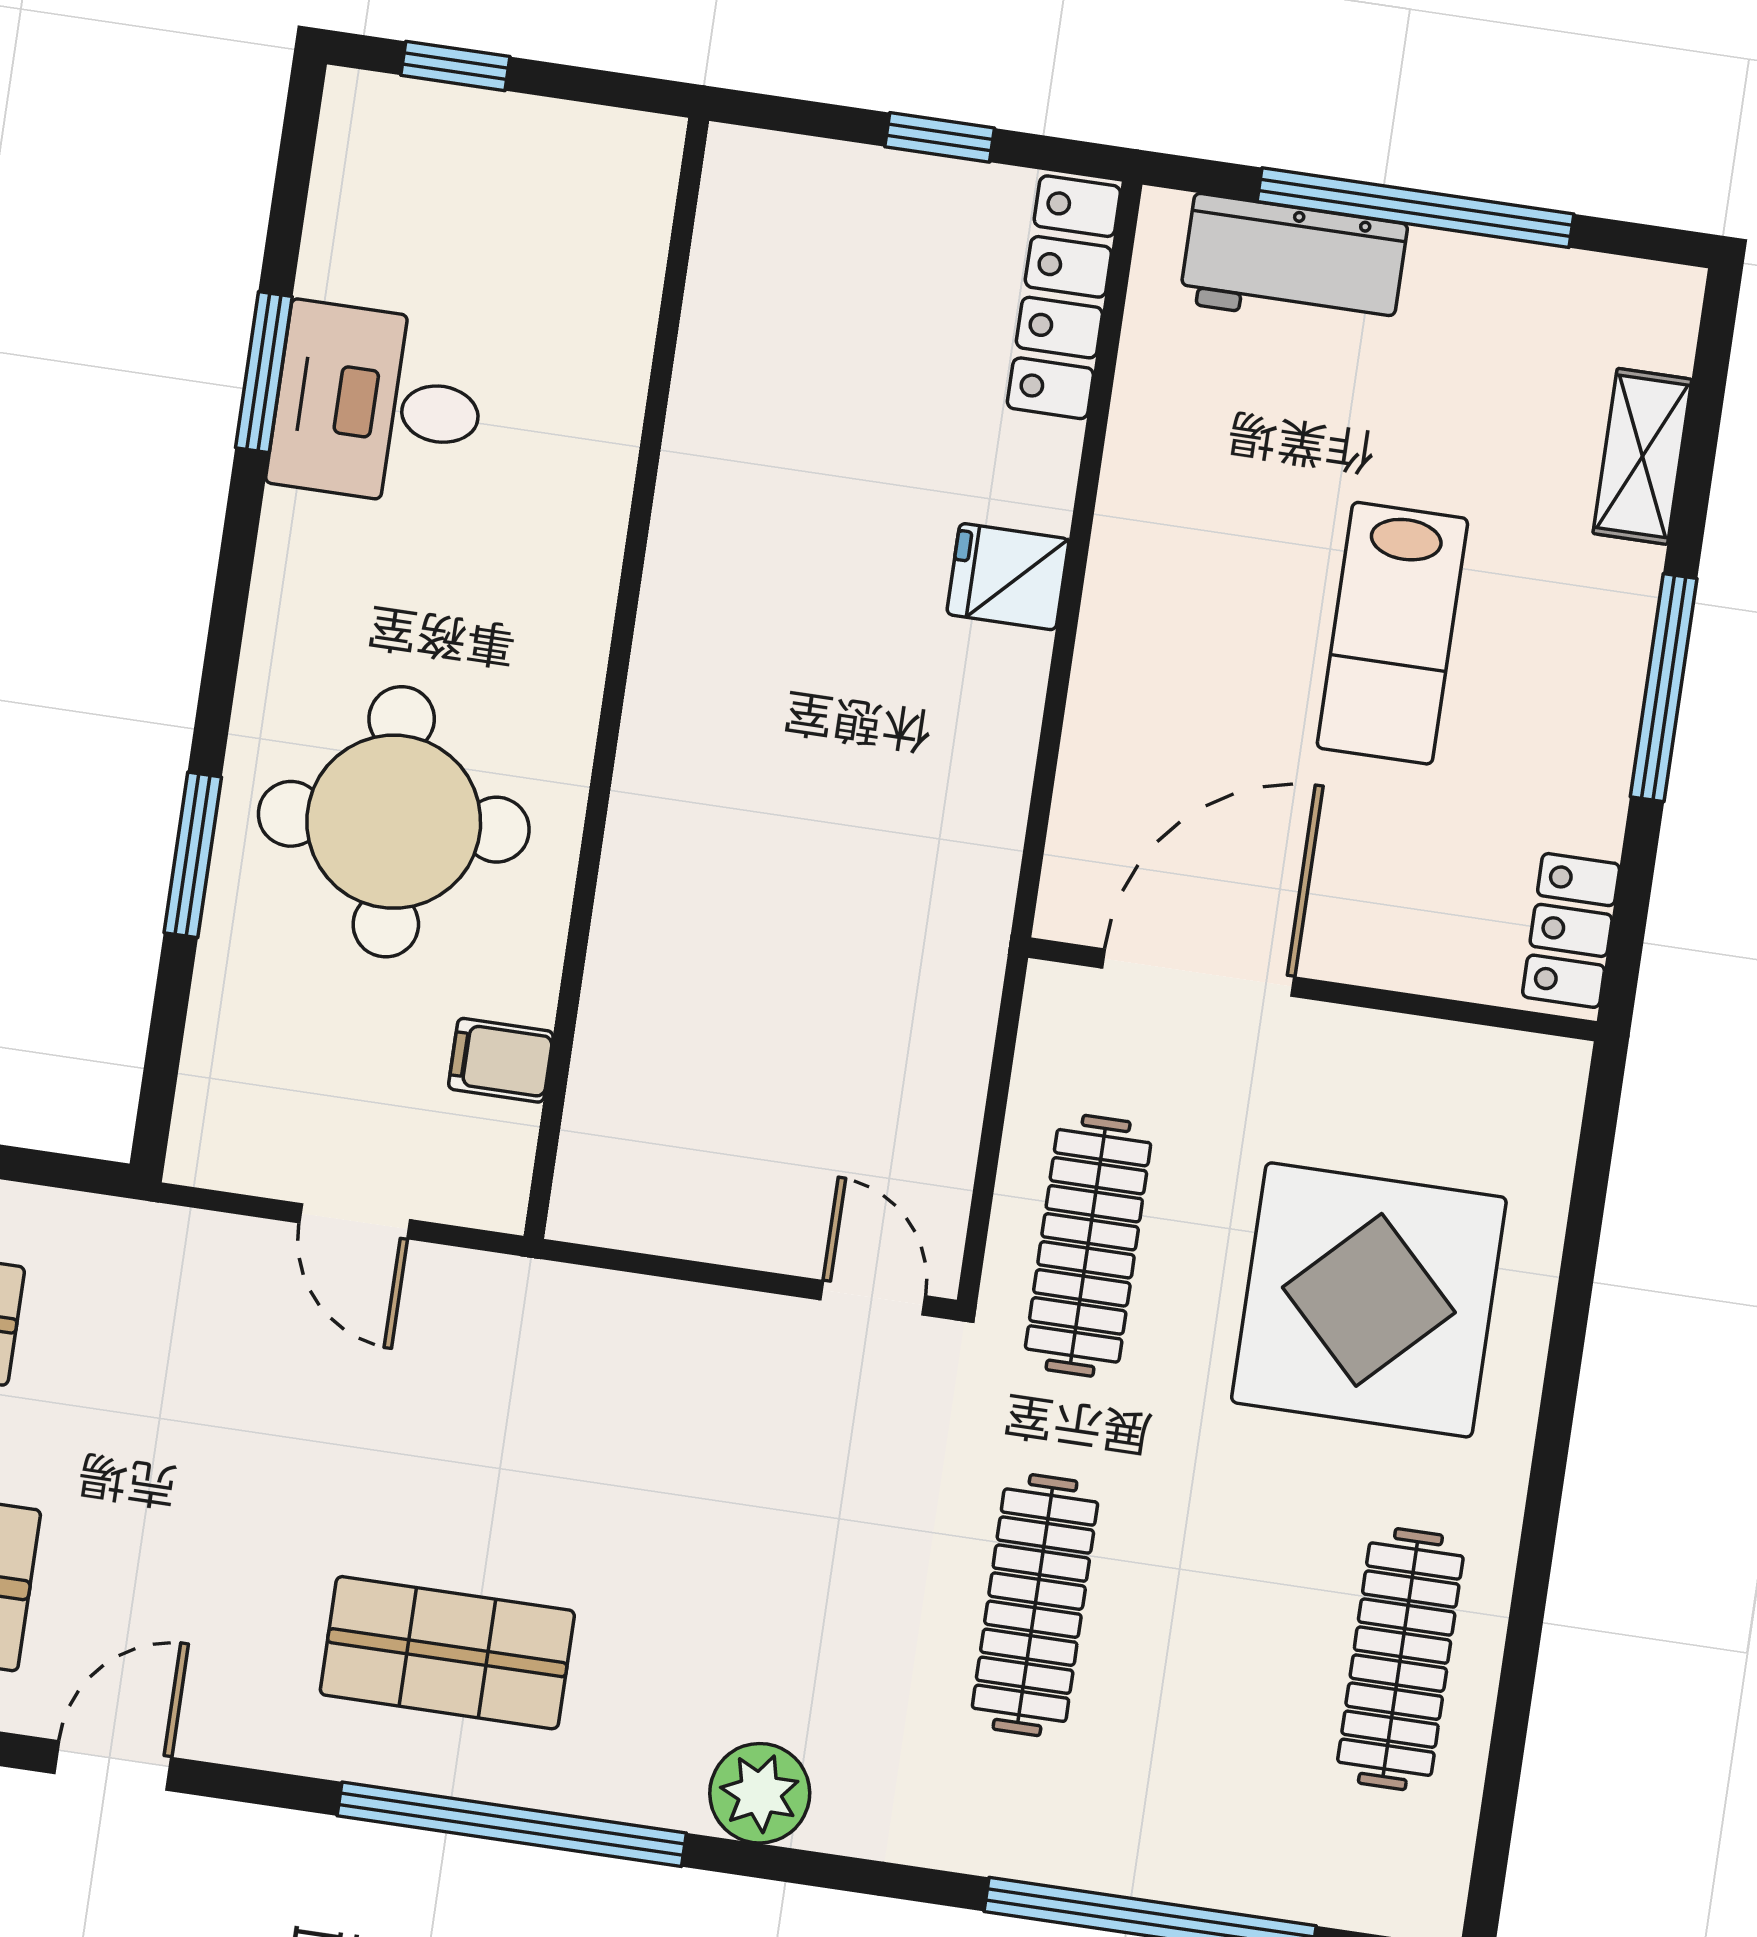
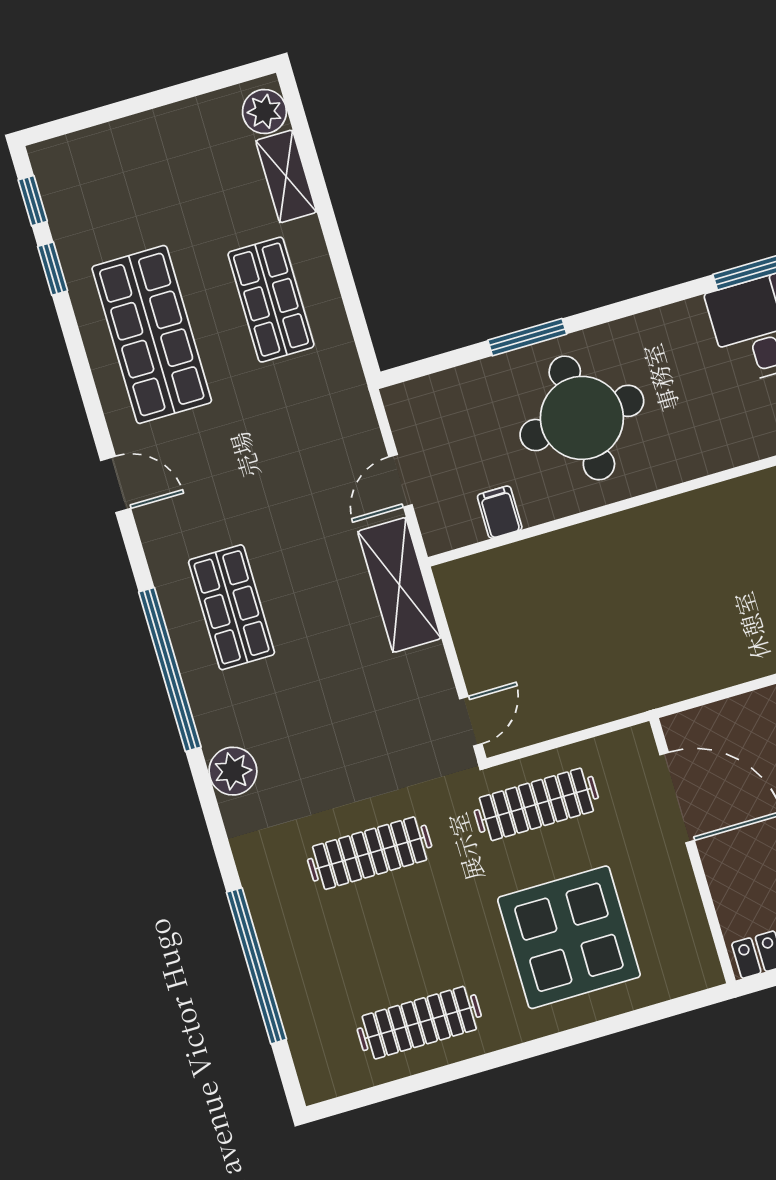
shelving: (551, 1314) -> (399, 585), added

